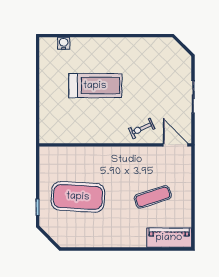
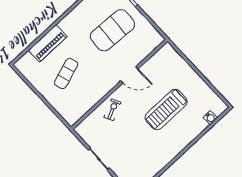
door: (175, 145) -> (129, 75), moved
piano: (169, 238) -> (48, 43), moved

